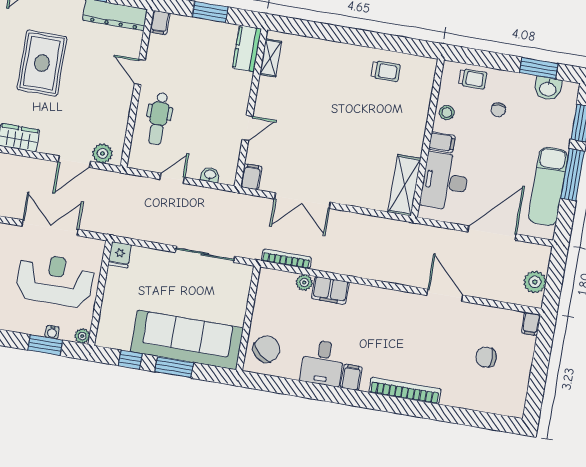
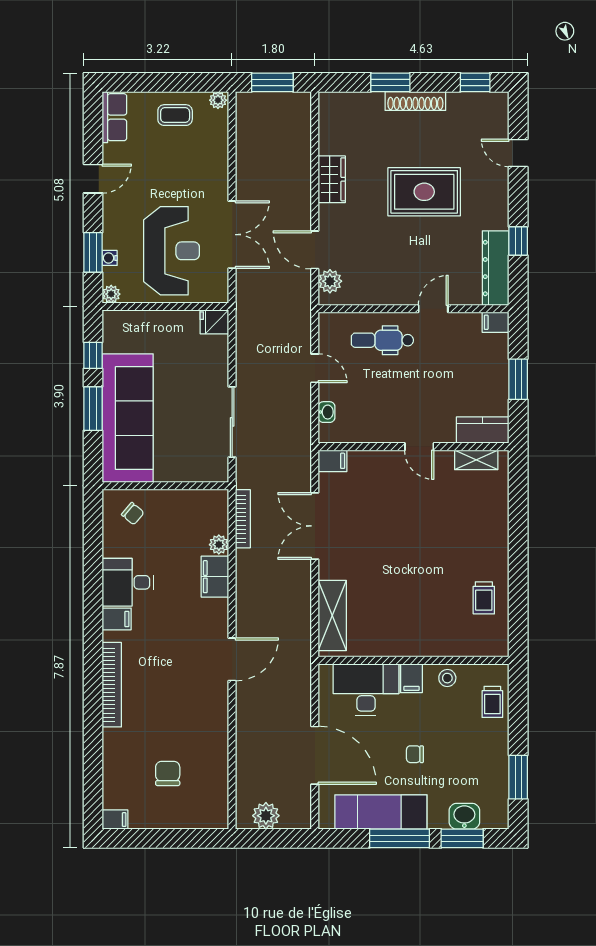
washbasin: (548, 89) -> (464, 816), moved, turned 90
chair: (498, 110) -> (415, 754), moved
door: (247, 128) -> (419, 447), moved
shelving: (404, 185) -> (332, 615), moved, turned 90
door: (445, 295) -> (232, 659), moved
filing cabinet: (531, 324) -> (115, 820), moved, turned 180
chair: (267, 349) -> (133, 514), width x0.54, depth x0.54

